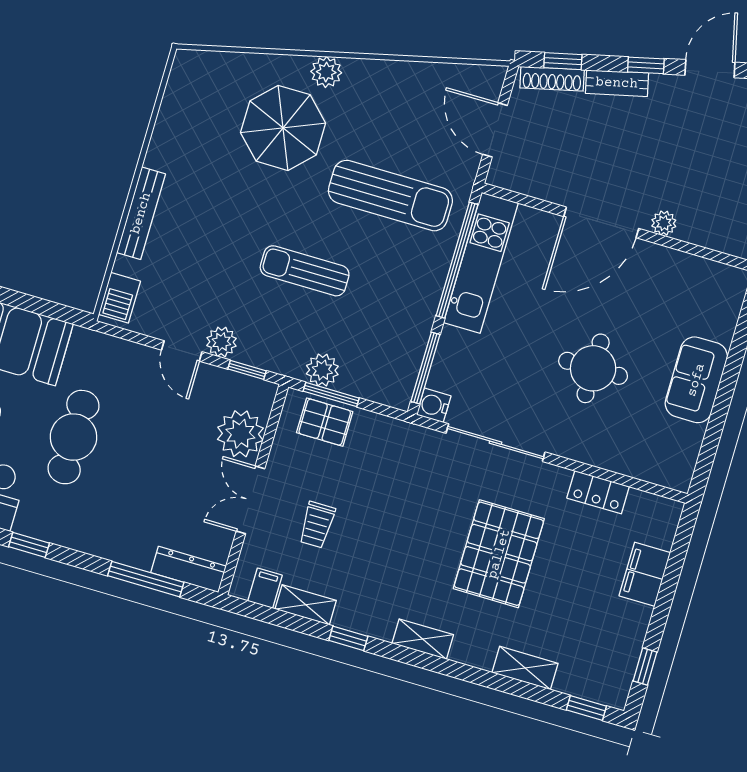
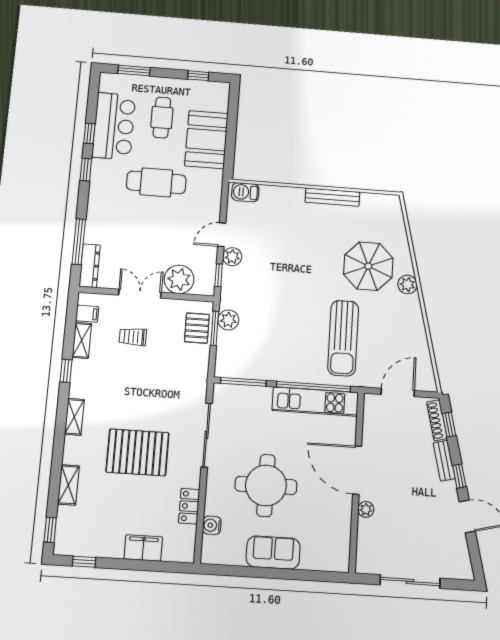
bench: (141, 213) -> (332, 197), moved
sun lounger: (305, 271) -> (286, 297), removed
round table: (593, 368) -> (266, 485), width x1.36, depth x1.36
water cooler: (434, 405) -> (212, 525), moved, turned -90

